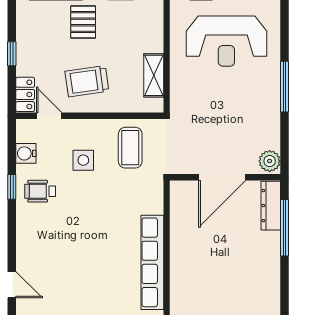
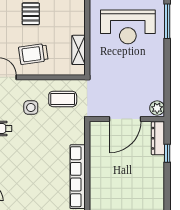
window: (284, 87) -> (167, 21), moved
coffee table: (130, 148) -> (63, 99), turned 90
window: (284, 228) -> (167, 153), width x0.46

